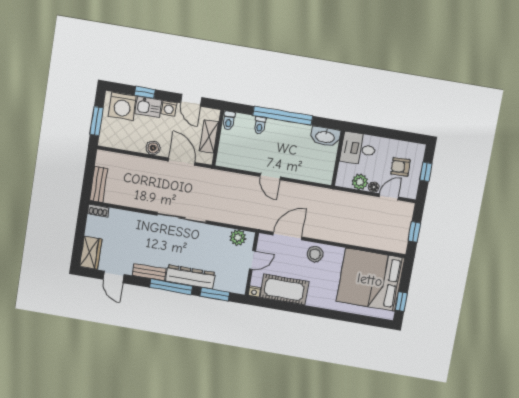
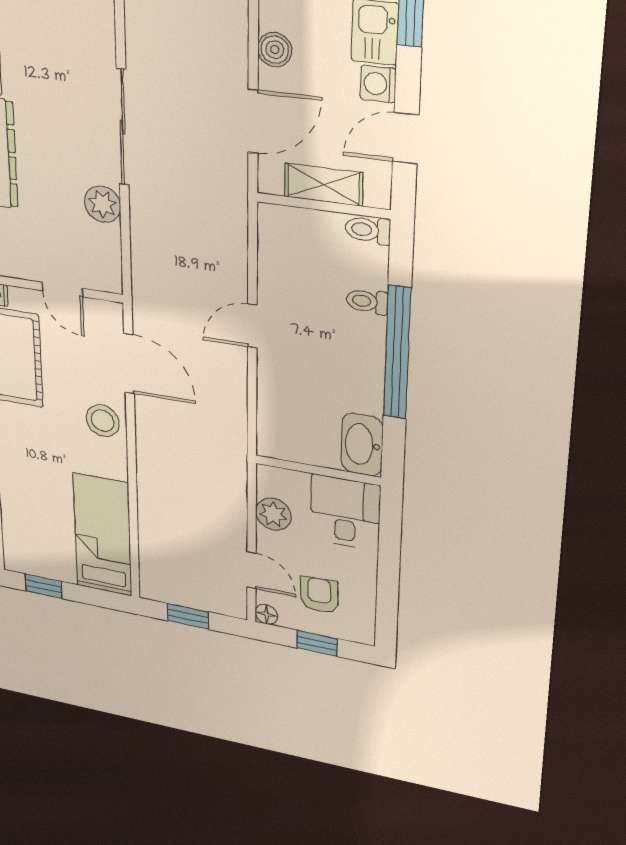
floor lamp: (374, 187) -> (266, 614), moved
plant: (238, 238) -> (103, 204), moved
bed: (370, 280) -> (103, 535), width x0.49

